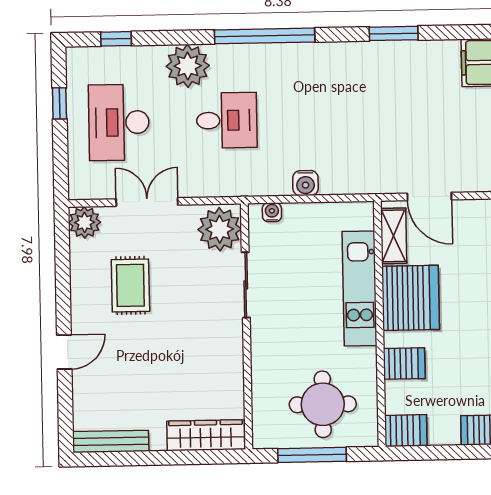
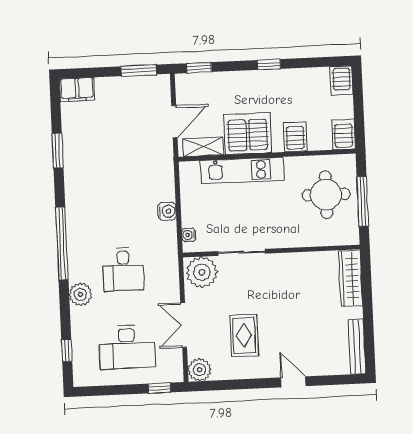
plant: (188, 66) -> (80, 294), width x0.73, depth x0.73
window: (59, 103) -> (159, 388), moved
desk: (227, 120) -> (123, 269), turned 180
rug: (130, 285) -> (244, 335), turned 90

